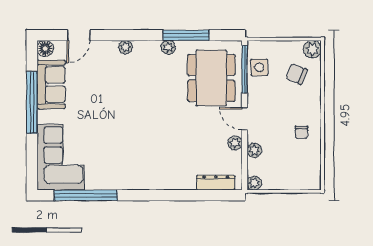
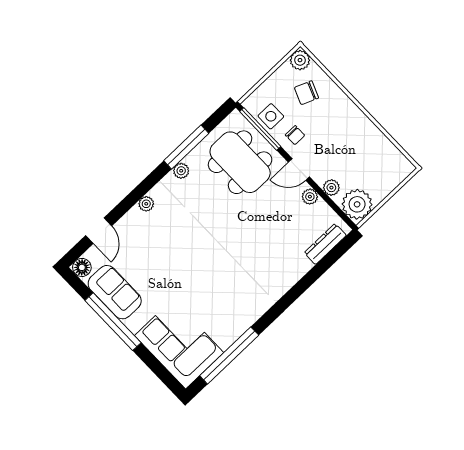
chair: (301, 132) -> (295, 135), moved
plant: (254, 183) -> (357, 204), width x1.88, depth x1.88

